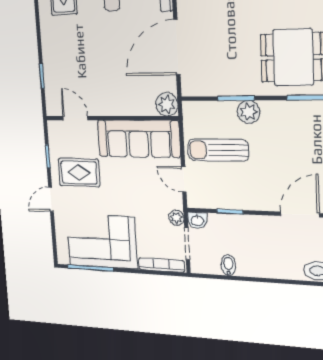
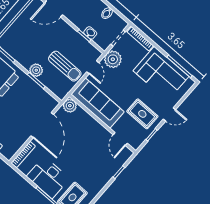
door: (177, 47) -> (42, 125), hinge flipped
plant: (176, 218) -> (113, 59), width x1.87, depth x1.87
washbasin: (197, 220) -> (90, 33), moved

